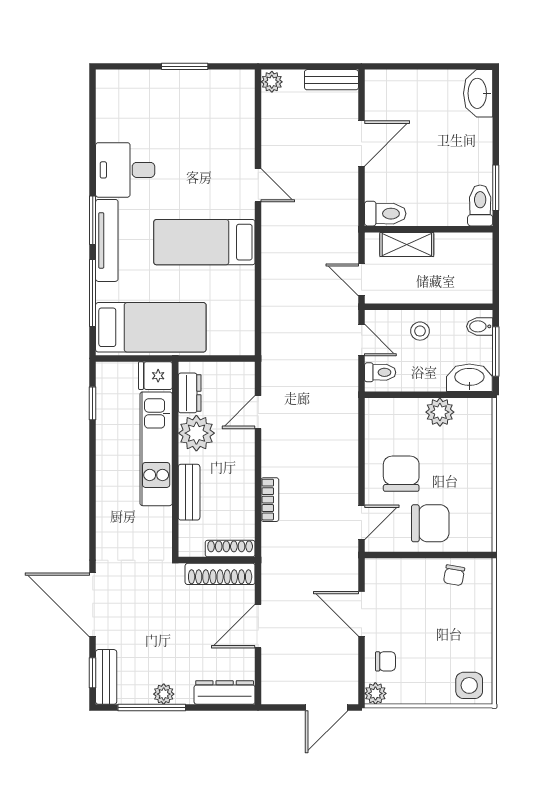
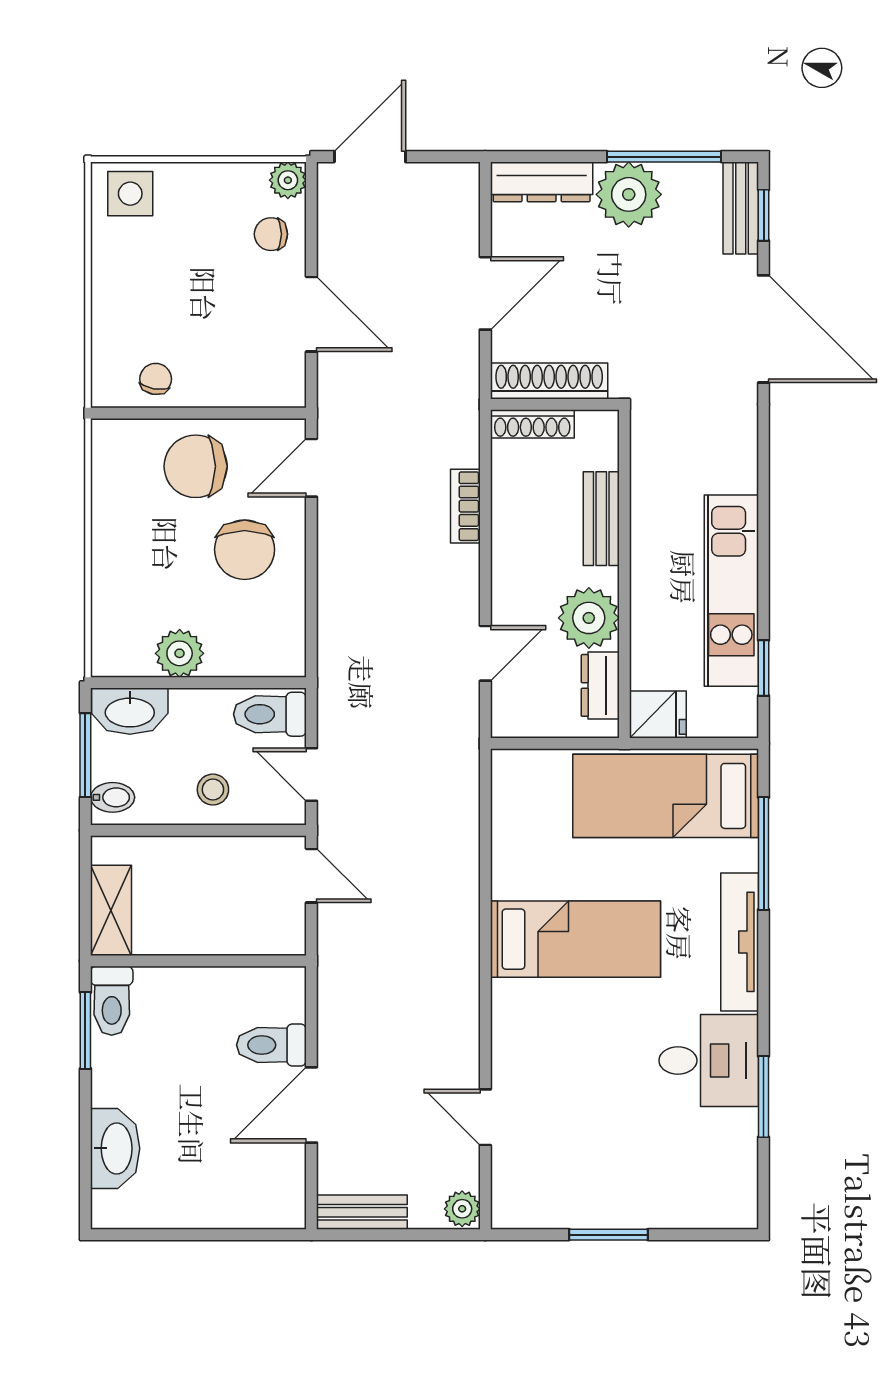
washbasin: (478, 93) -> (115, 1148), moved
door: (258, 185) -> (485, 1117), moved
toilet: (385, 214) -> (271, 1045), moved
window: (93, 220) -> (764, 1097), moved
shelving: (407, 244) -> (111, 910), moved, turned 90
toilet: (380, 372) -> (270, 714), width x1.37, depth x1.39
kitchen unit: (156, 449) -> (731, 591), moved, turned 180
plant: (164, 694) -> (629, 194), width x1.88, depth x1.88

